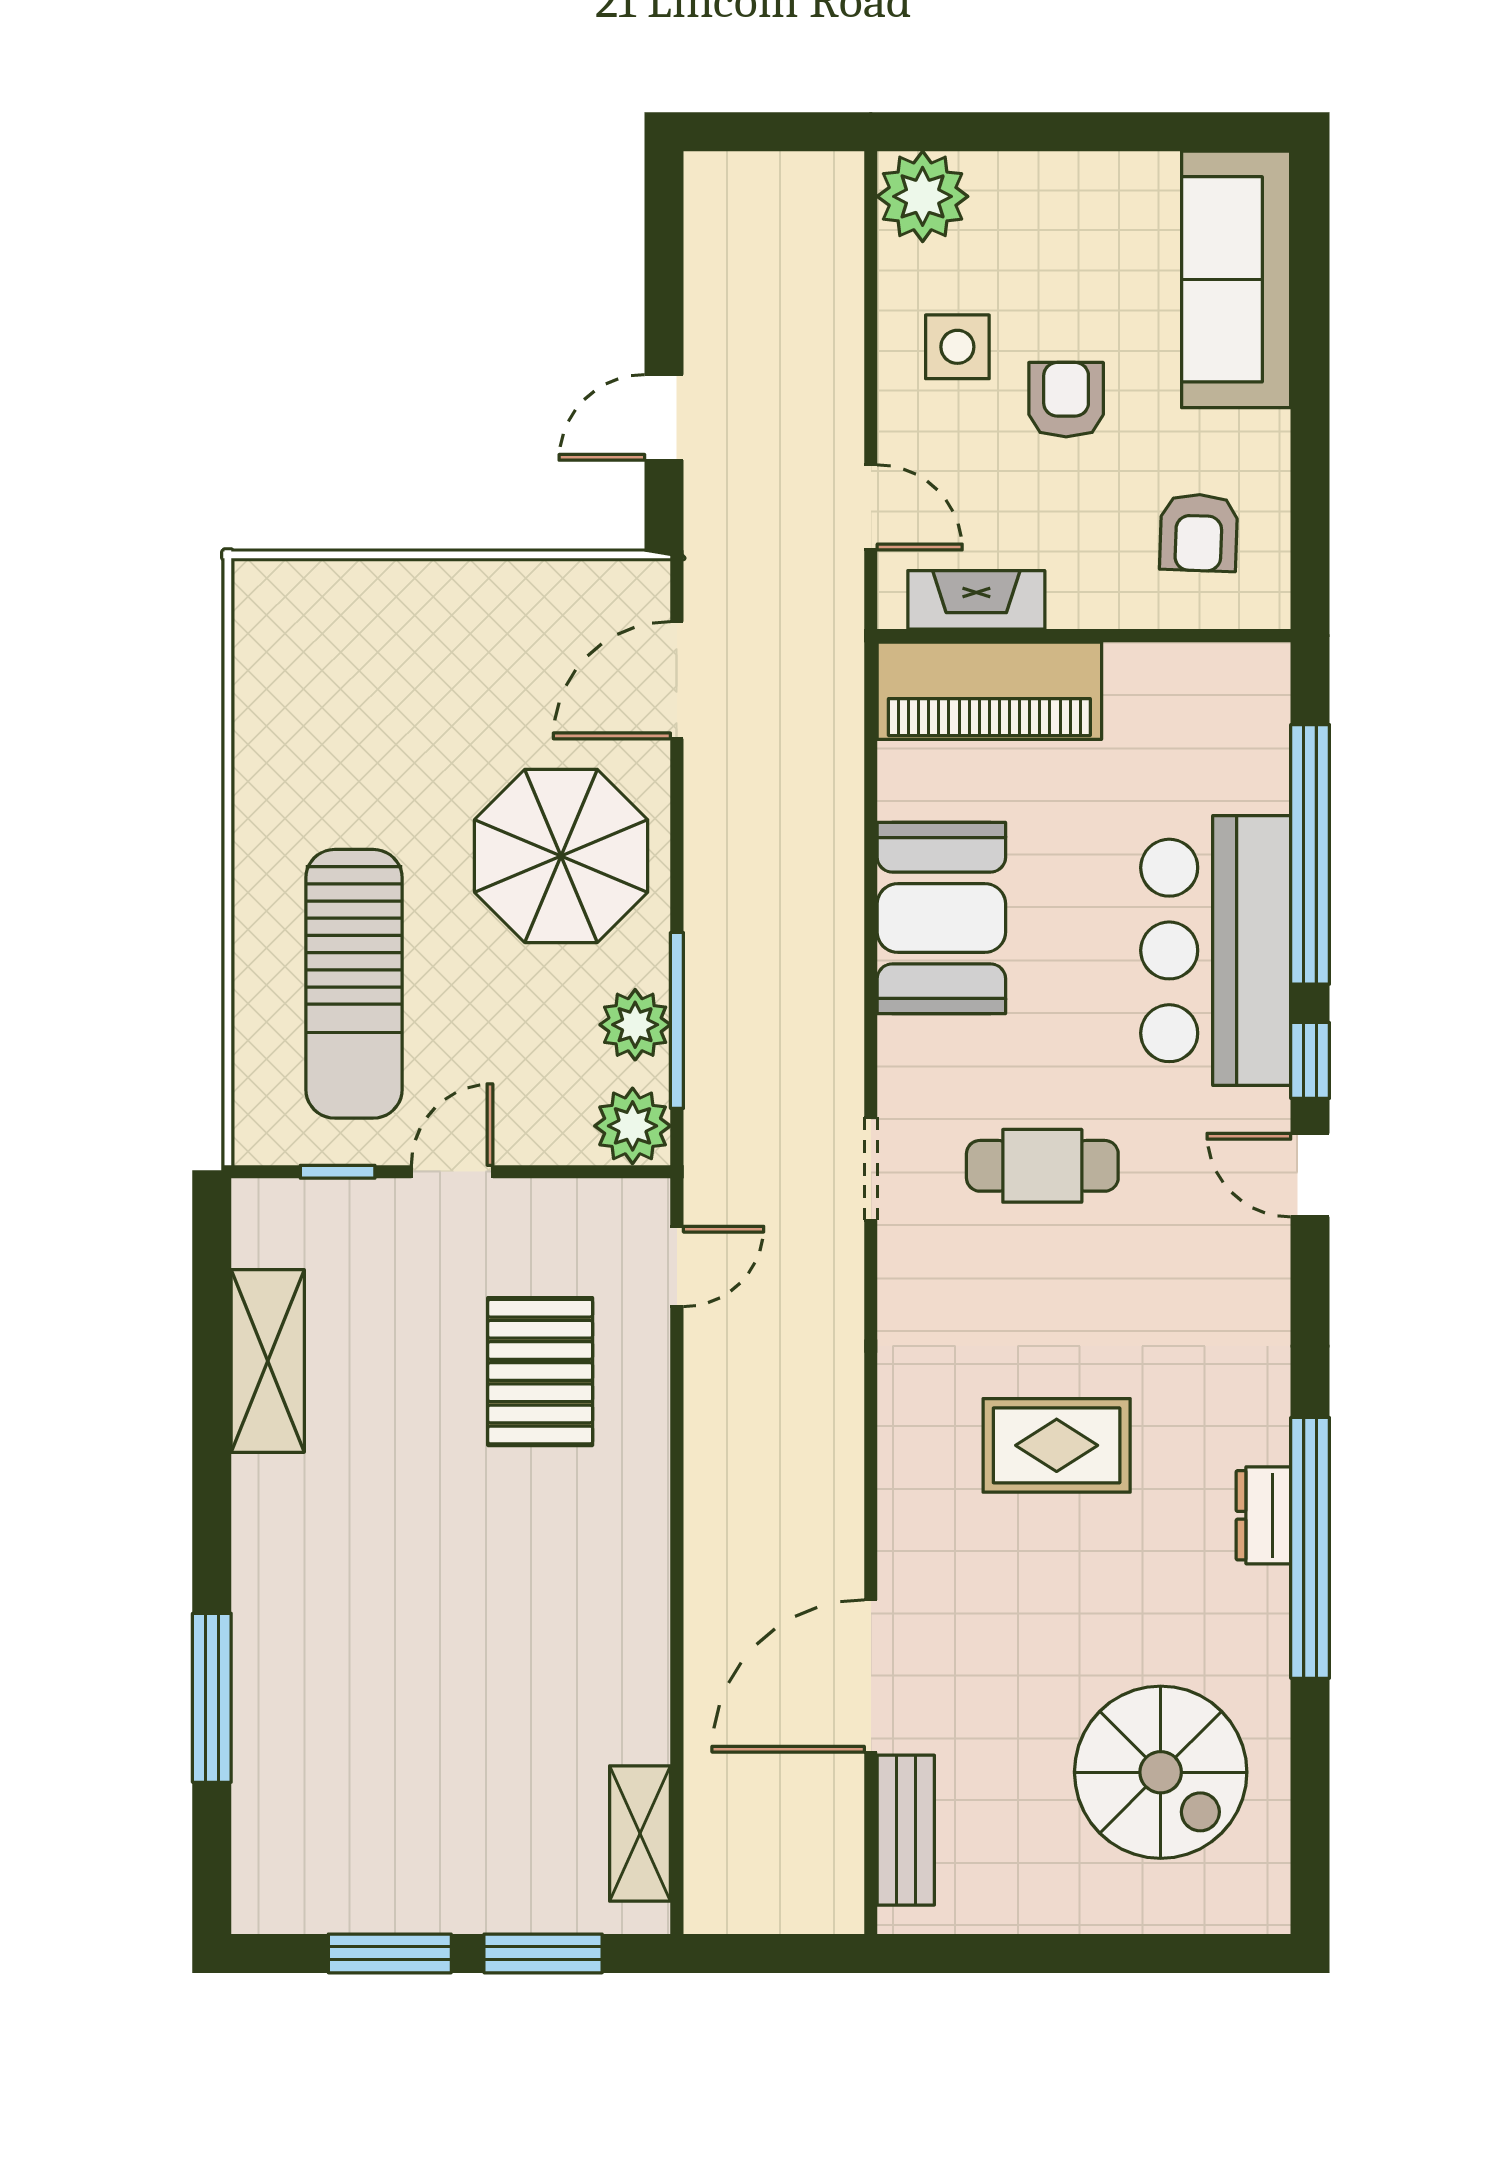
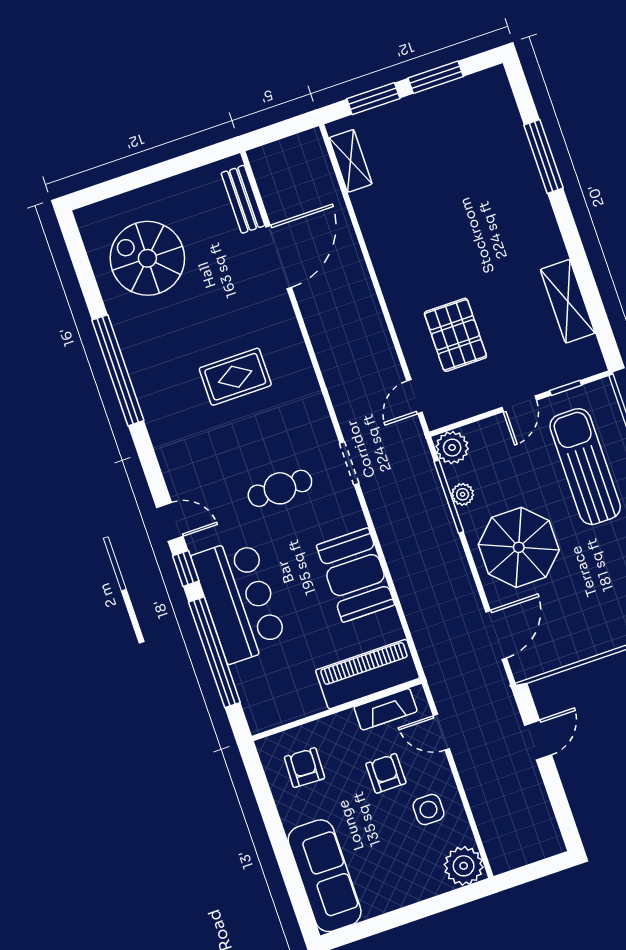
armchair: (1066, 400) -> (386, 773), moved, turned 180
plant: (635, 1025) -> (463, 494), width x0.73, depth x0.73
dresser: (1263, 1515) -> (141, 377), removed

